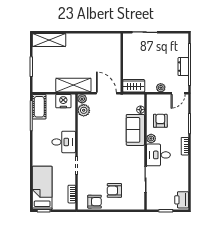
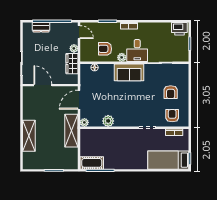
shelving: (49, 40) -> (29, 136), moved
door: (122, 55) -> (43, 85), added
dresser: (183, 67) -> (41, 27), moved
wardrobe: (134, 86) -> (72, 64), moved
nightstand: (63, 101) -> (86, 140), removed
plant: (84, 110) -> (108, 121), moved
sofa: (135, 130) -> (129, 72), moved
desk: (64, 142) -> (125, 140), removed
armchair: (95, 202) -> (172, 116), moved

